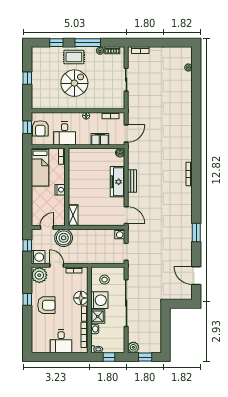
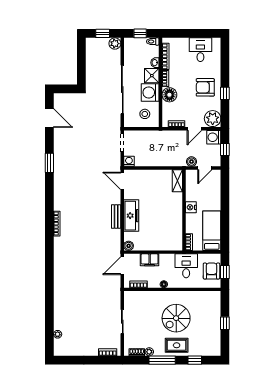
boiler: (64, 238) -> (191, 162), width x0.54, depth x0.54
door: (57, 265) -> (194, 129), hinge flipped
desk: (61, 341) -> (200, 50), moved

